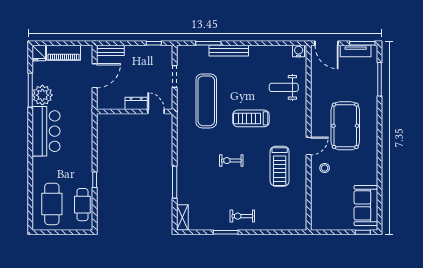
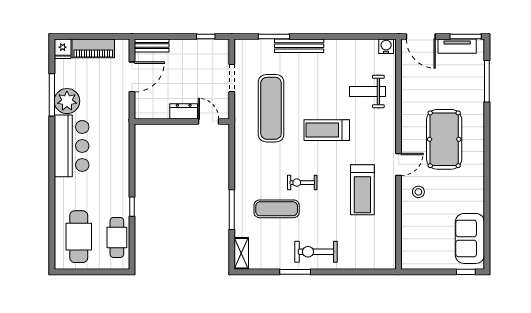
exercise mat: (211, 182) -> (277, 209), added
exercise bike: (242, 216) -> (316, 252), width x1.38, depth x1.39

